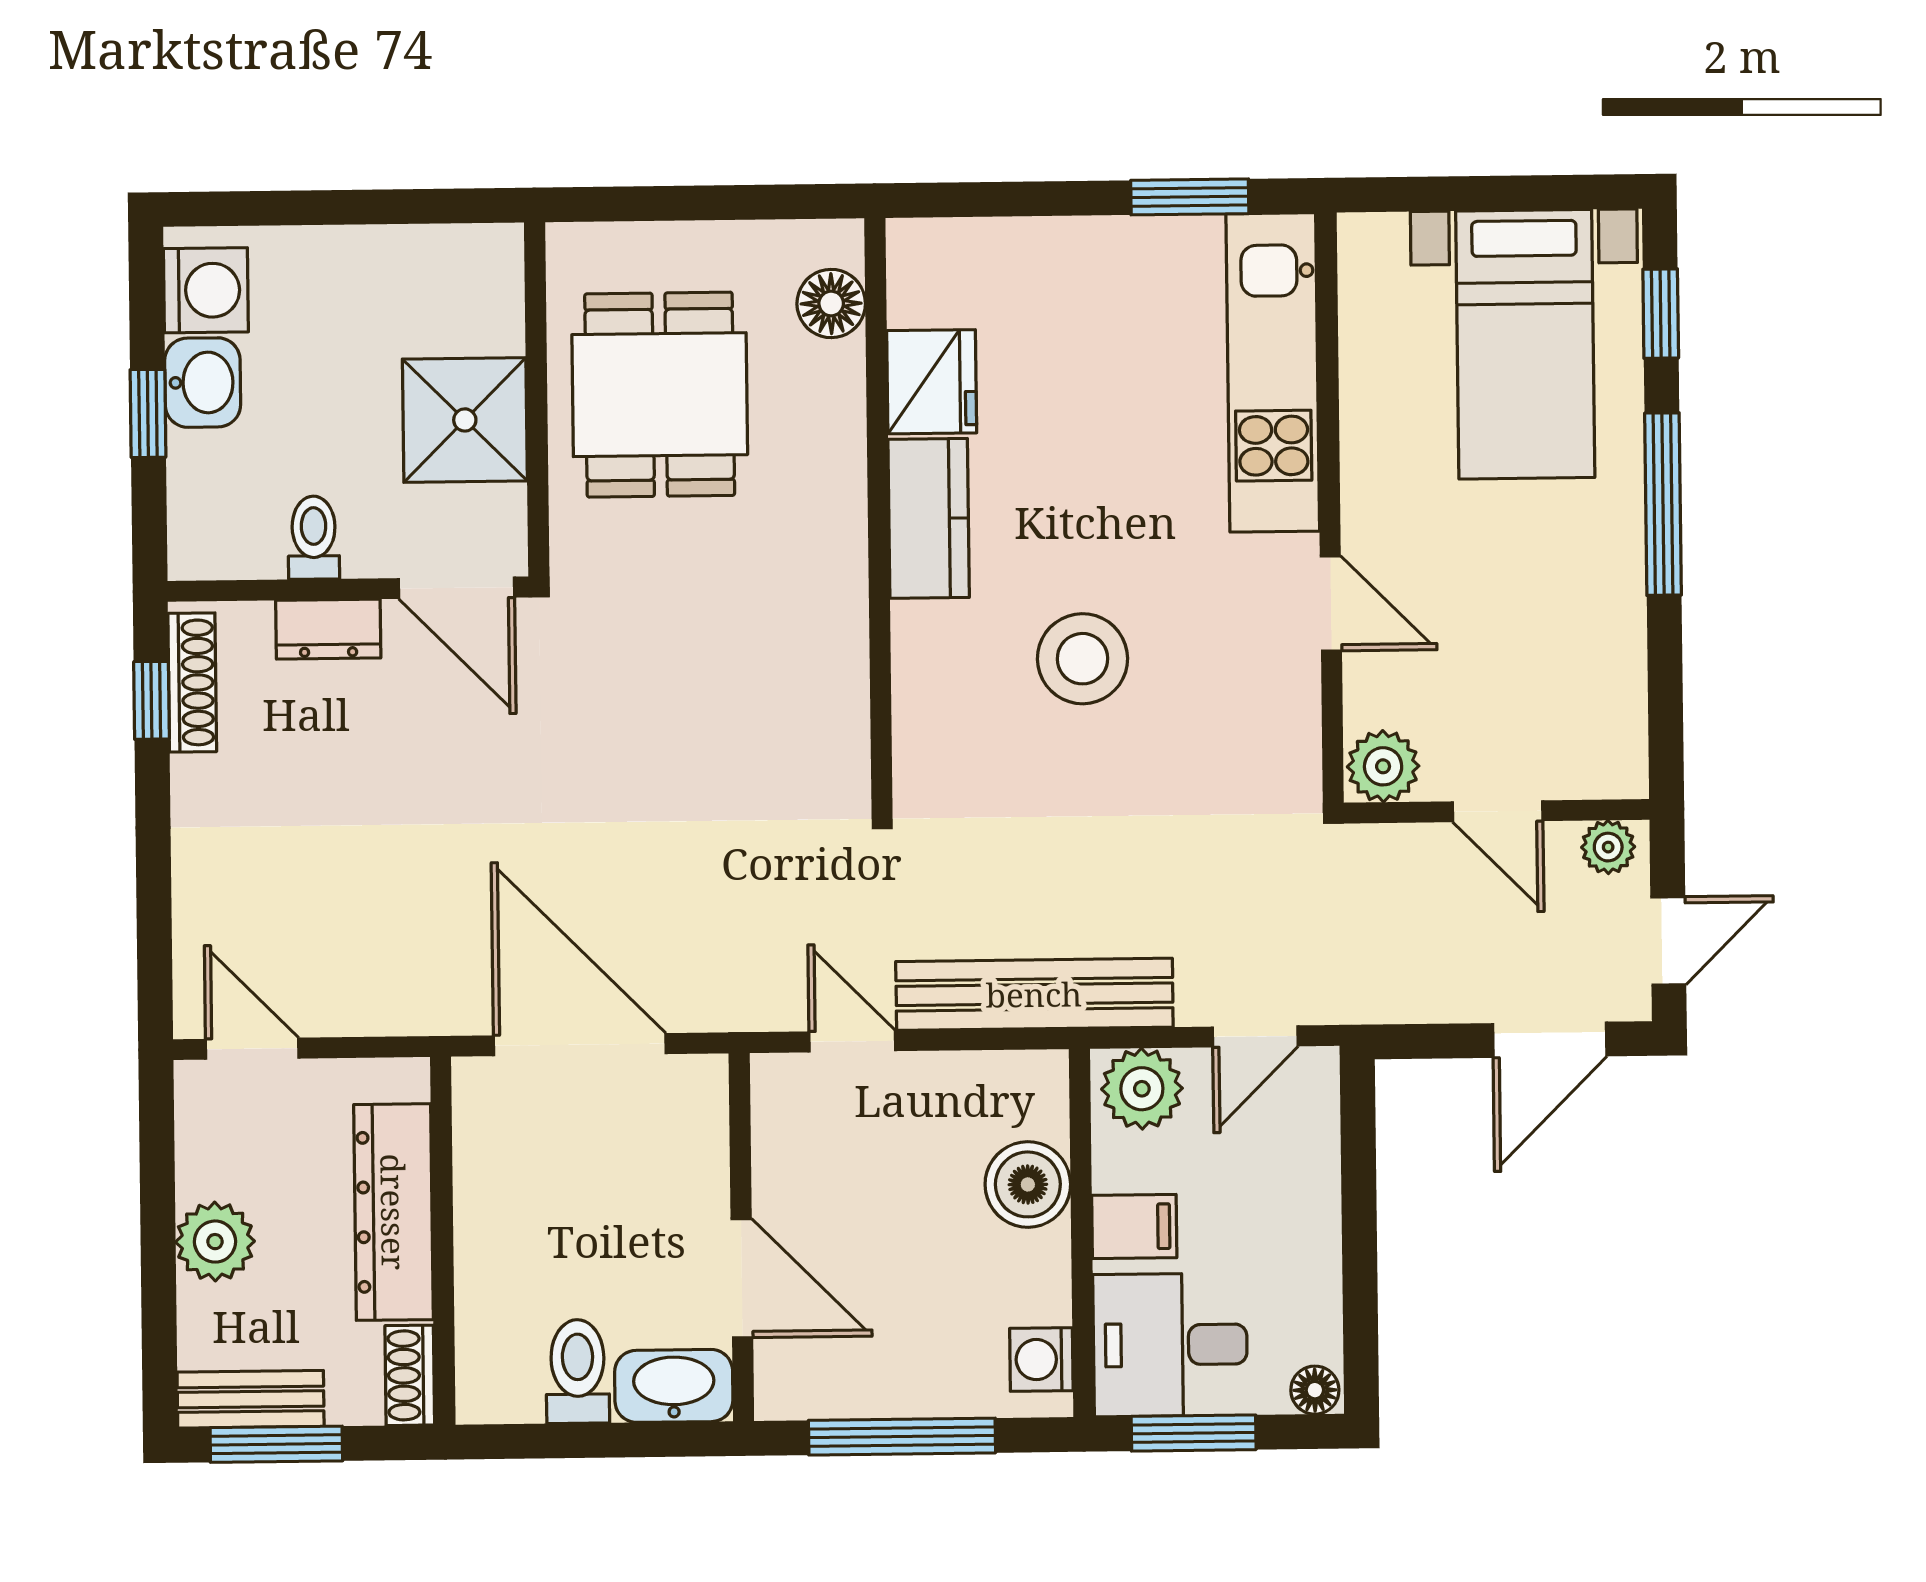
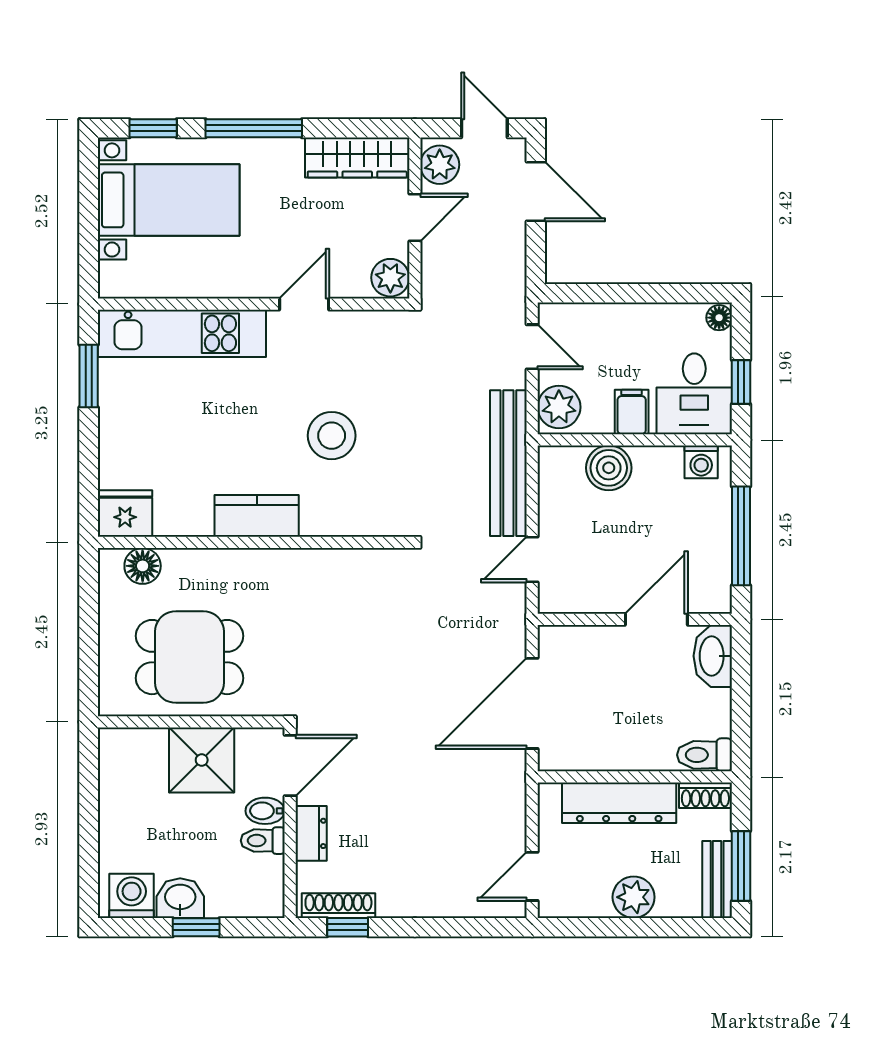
fridge: (932, 382) -> (125, 513), moved
bidet: (370, 541) -> (265, 811), added
wardrobe: (1610, 701) -> (357, 158), added
plant: (1608, 847) -> (440, 165), width x1.38, depth x1.38
toilet: (578, 1371) -> (704, 755), moved
window: (1194, 1433) -> (741, 382), width x0.67

